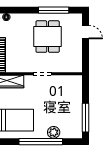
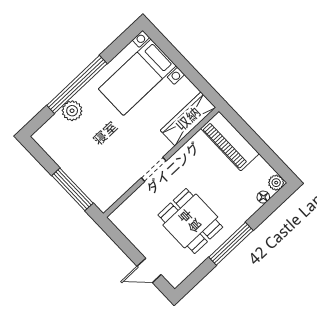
window: (54, 10) -> (231, 244), moved
window: (86, 118) -> (72, 189), moved

